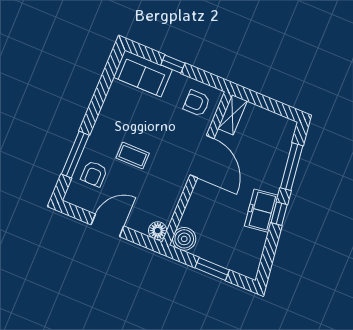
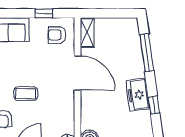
window: (173, 64) -> (44, 13), moved
window: (279, 214) -> (154, 105), moved

